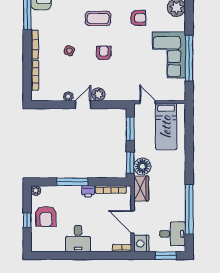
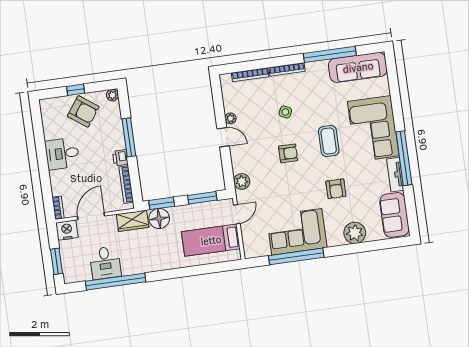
plant: (98, 94) -> (242, 181), moved
armchair: (46, 217) -> (83, 111), turned -144
desk: (173, 234) -> (105, 263), moved

